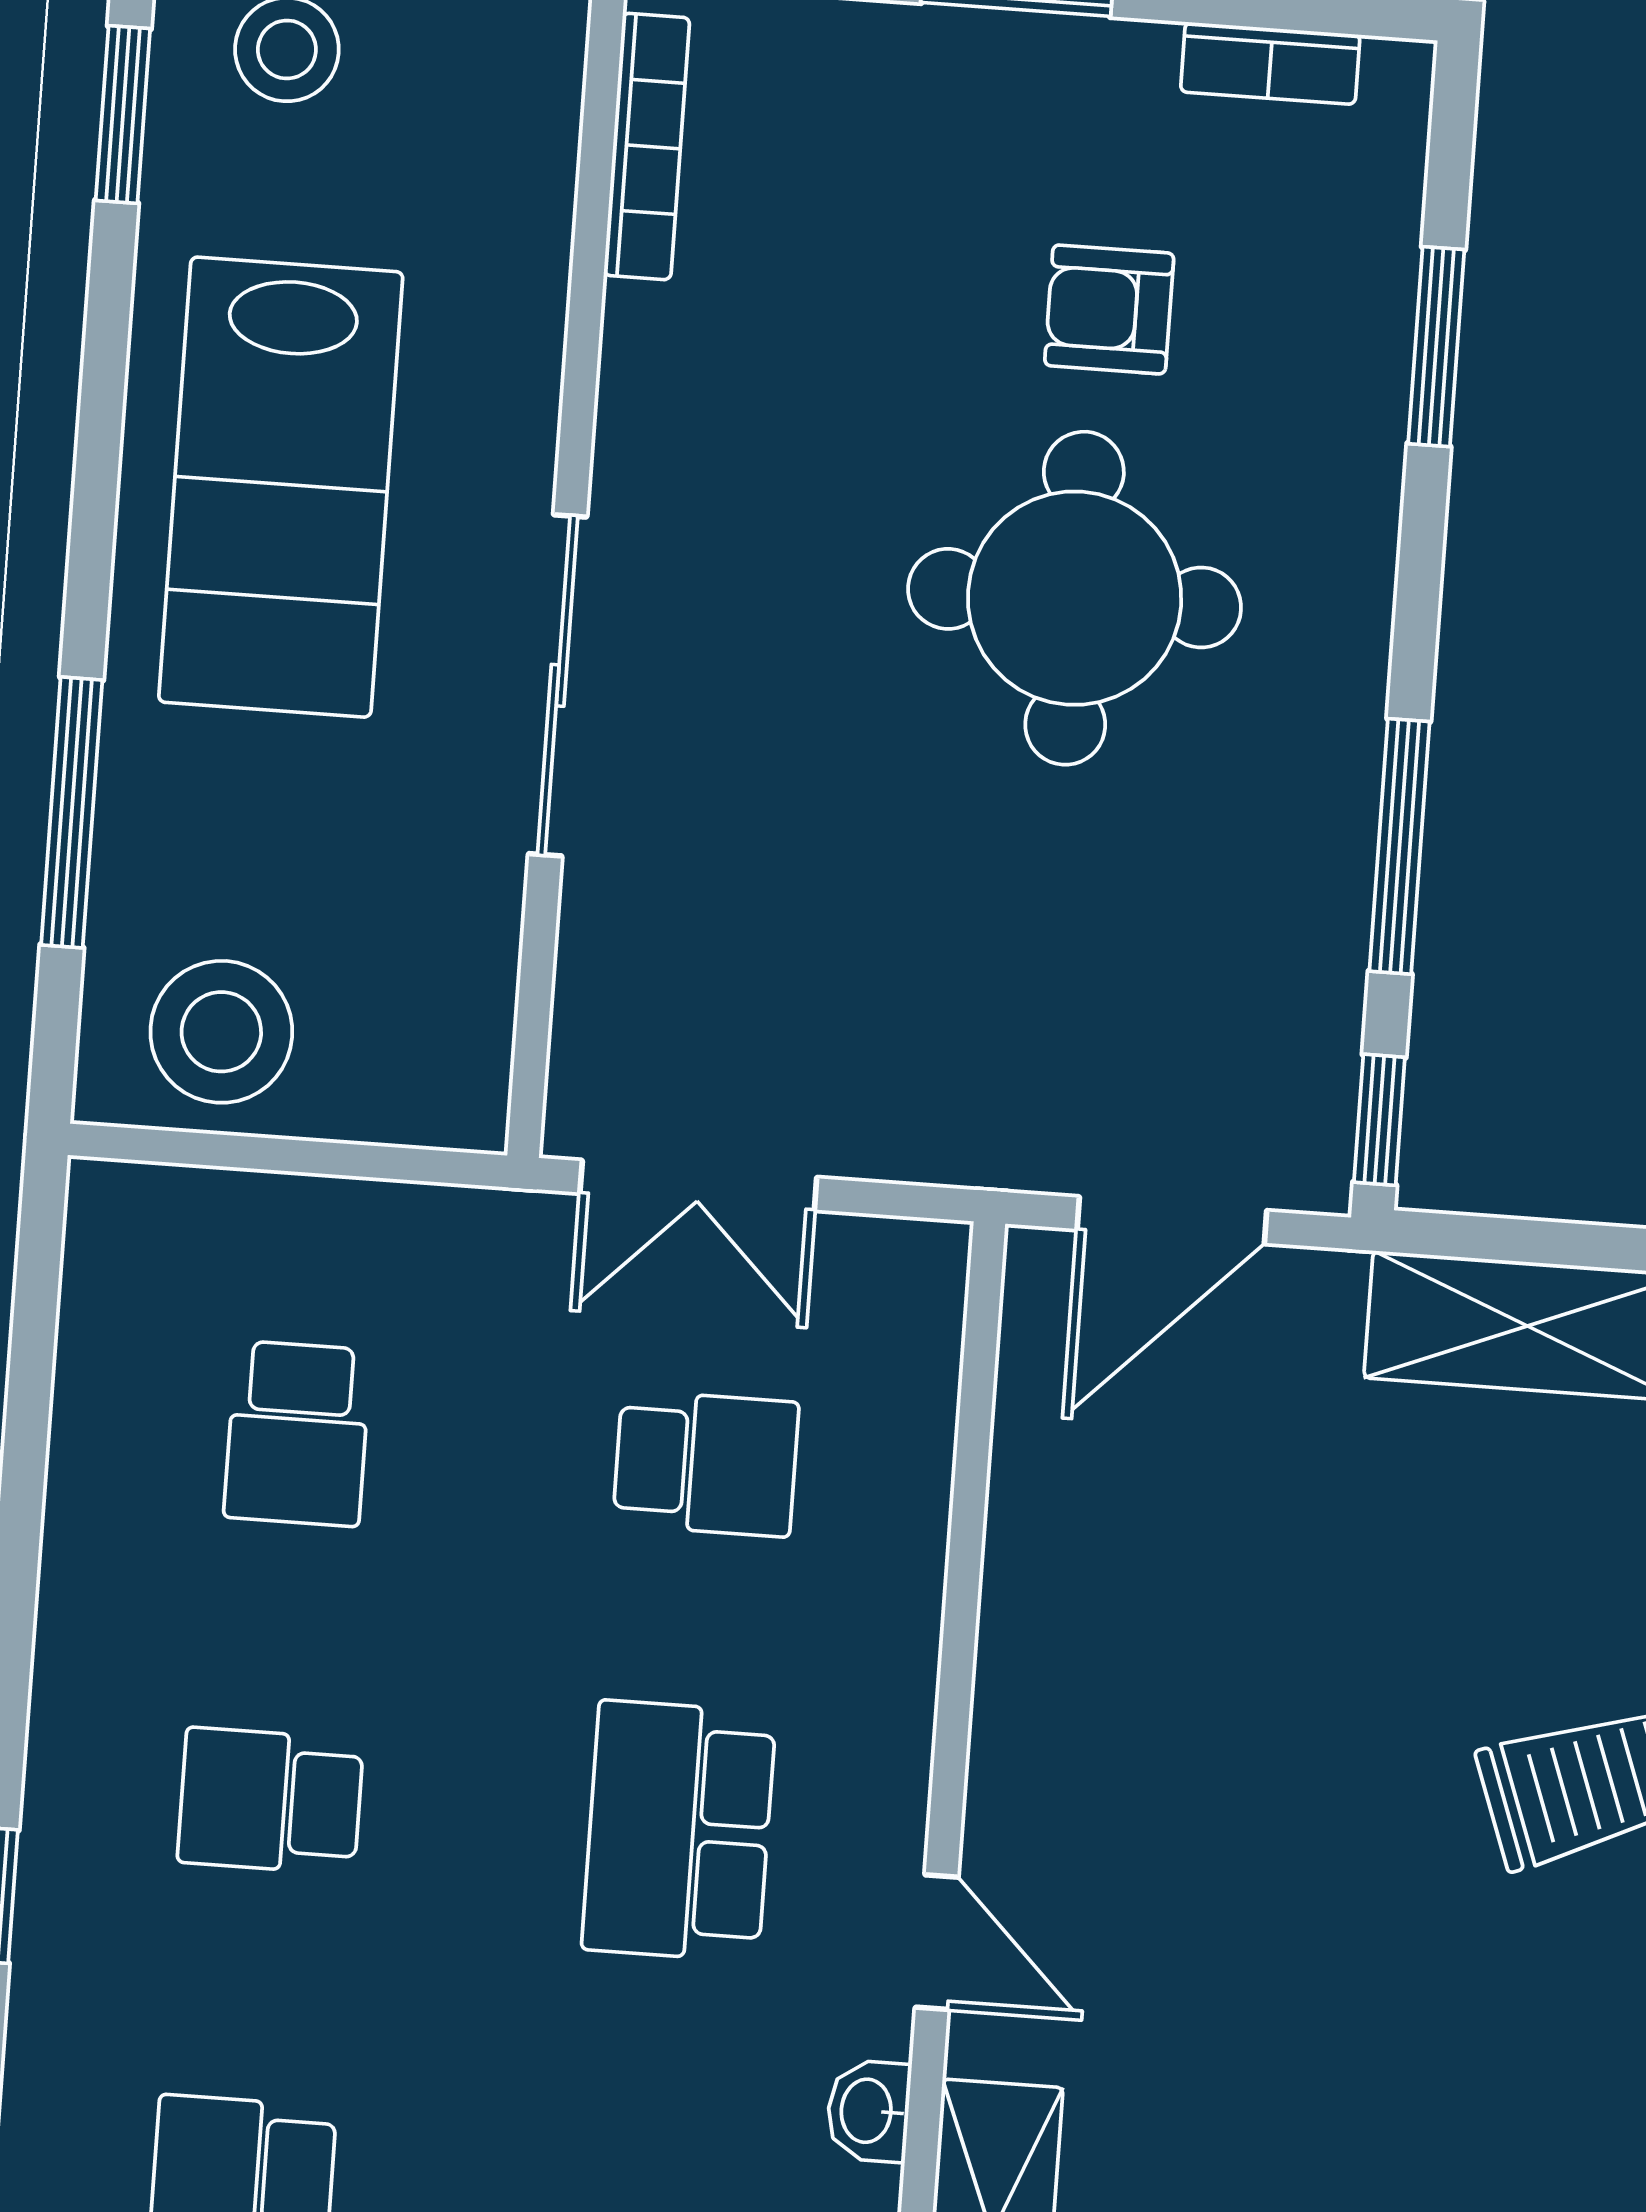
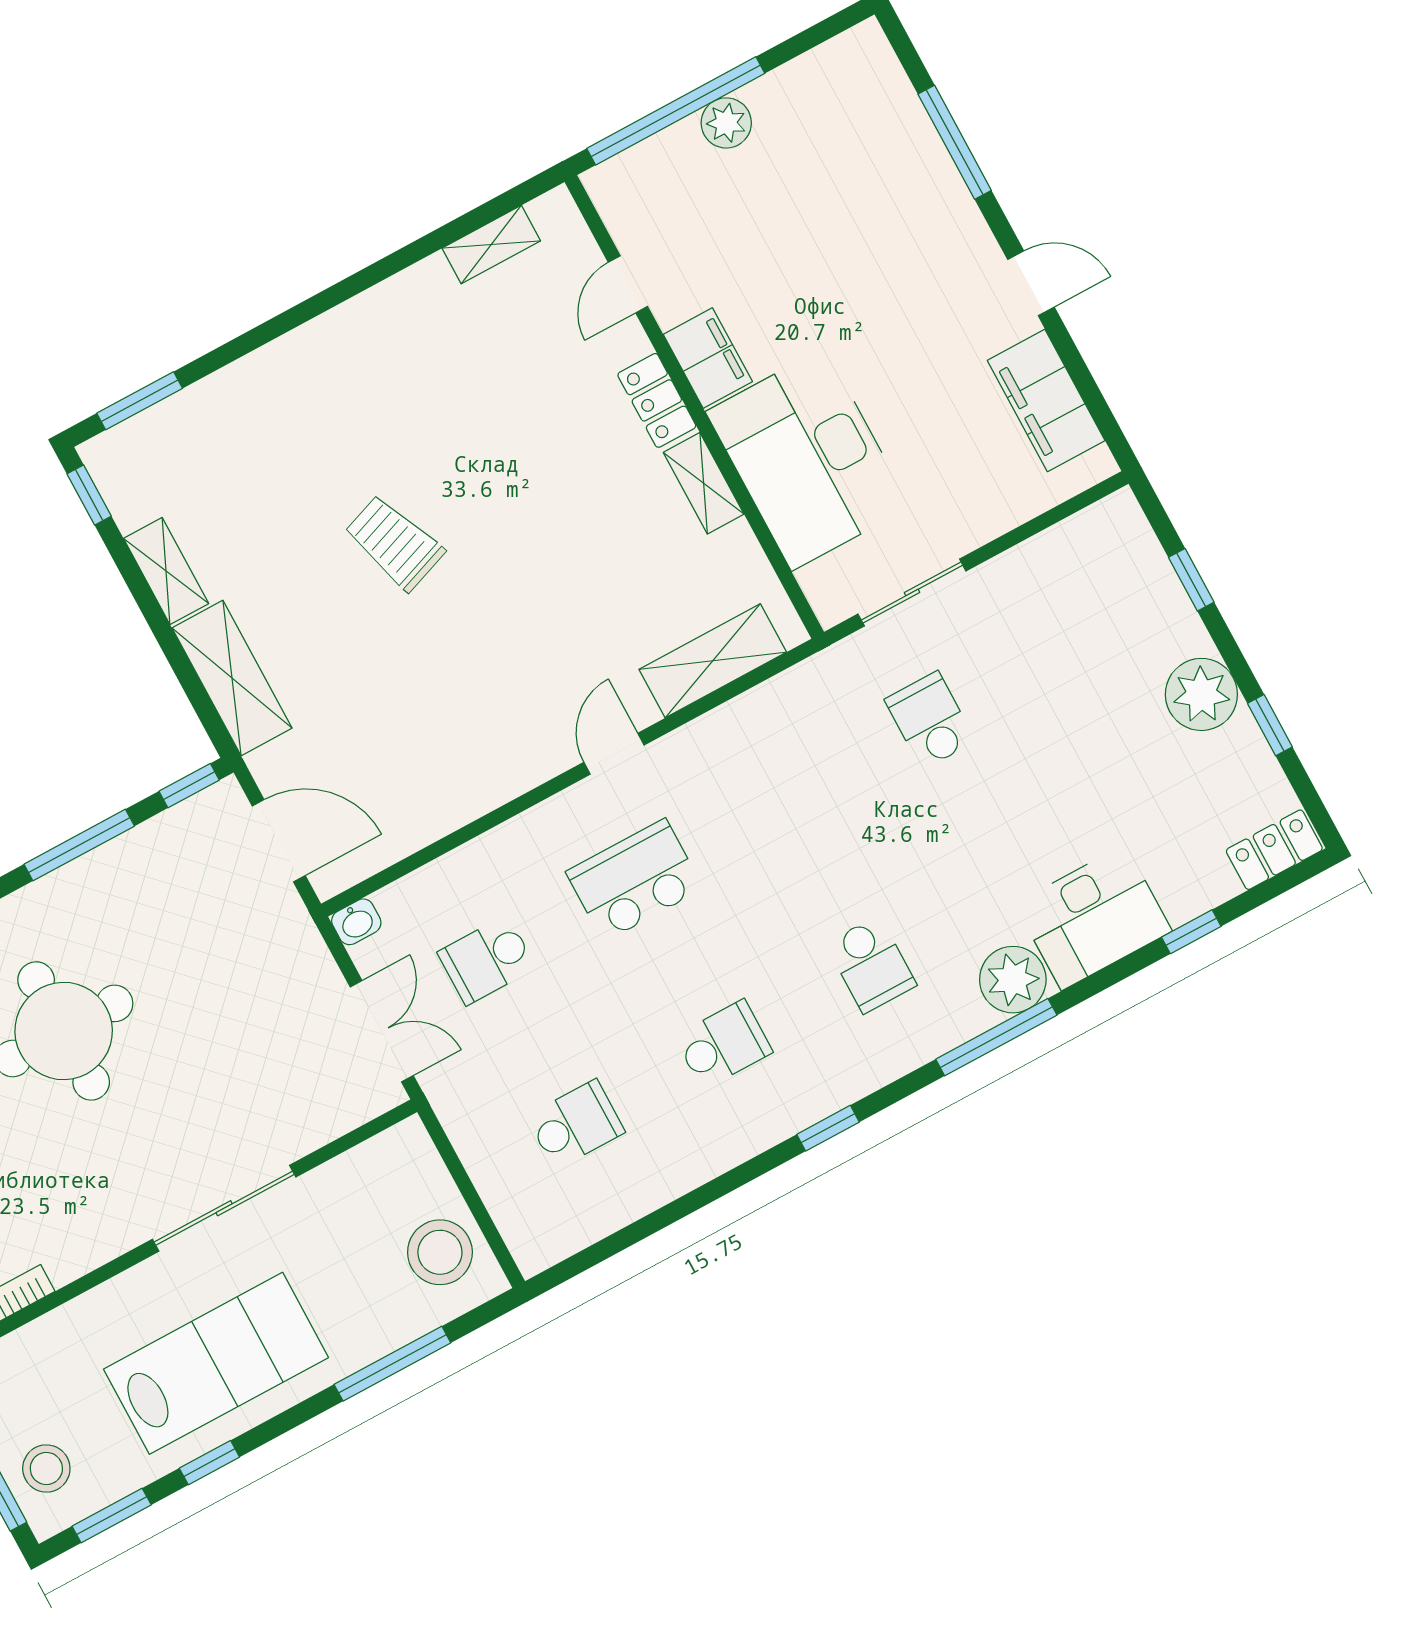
window: (105, 358) -> (209, 1463), added
school desk: (706, 1464) -> (487, 960), turned -90
school desk: (270, 1801) -> (723, 1044), turned -90
school desk: (679, 1831) -> (635, 880), turned 180
washbasin: (869, 2111) -> (356, 922), moved

